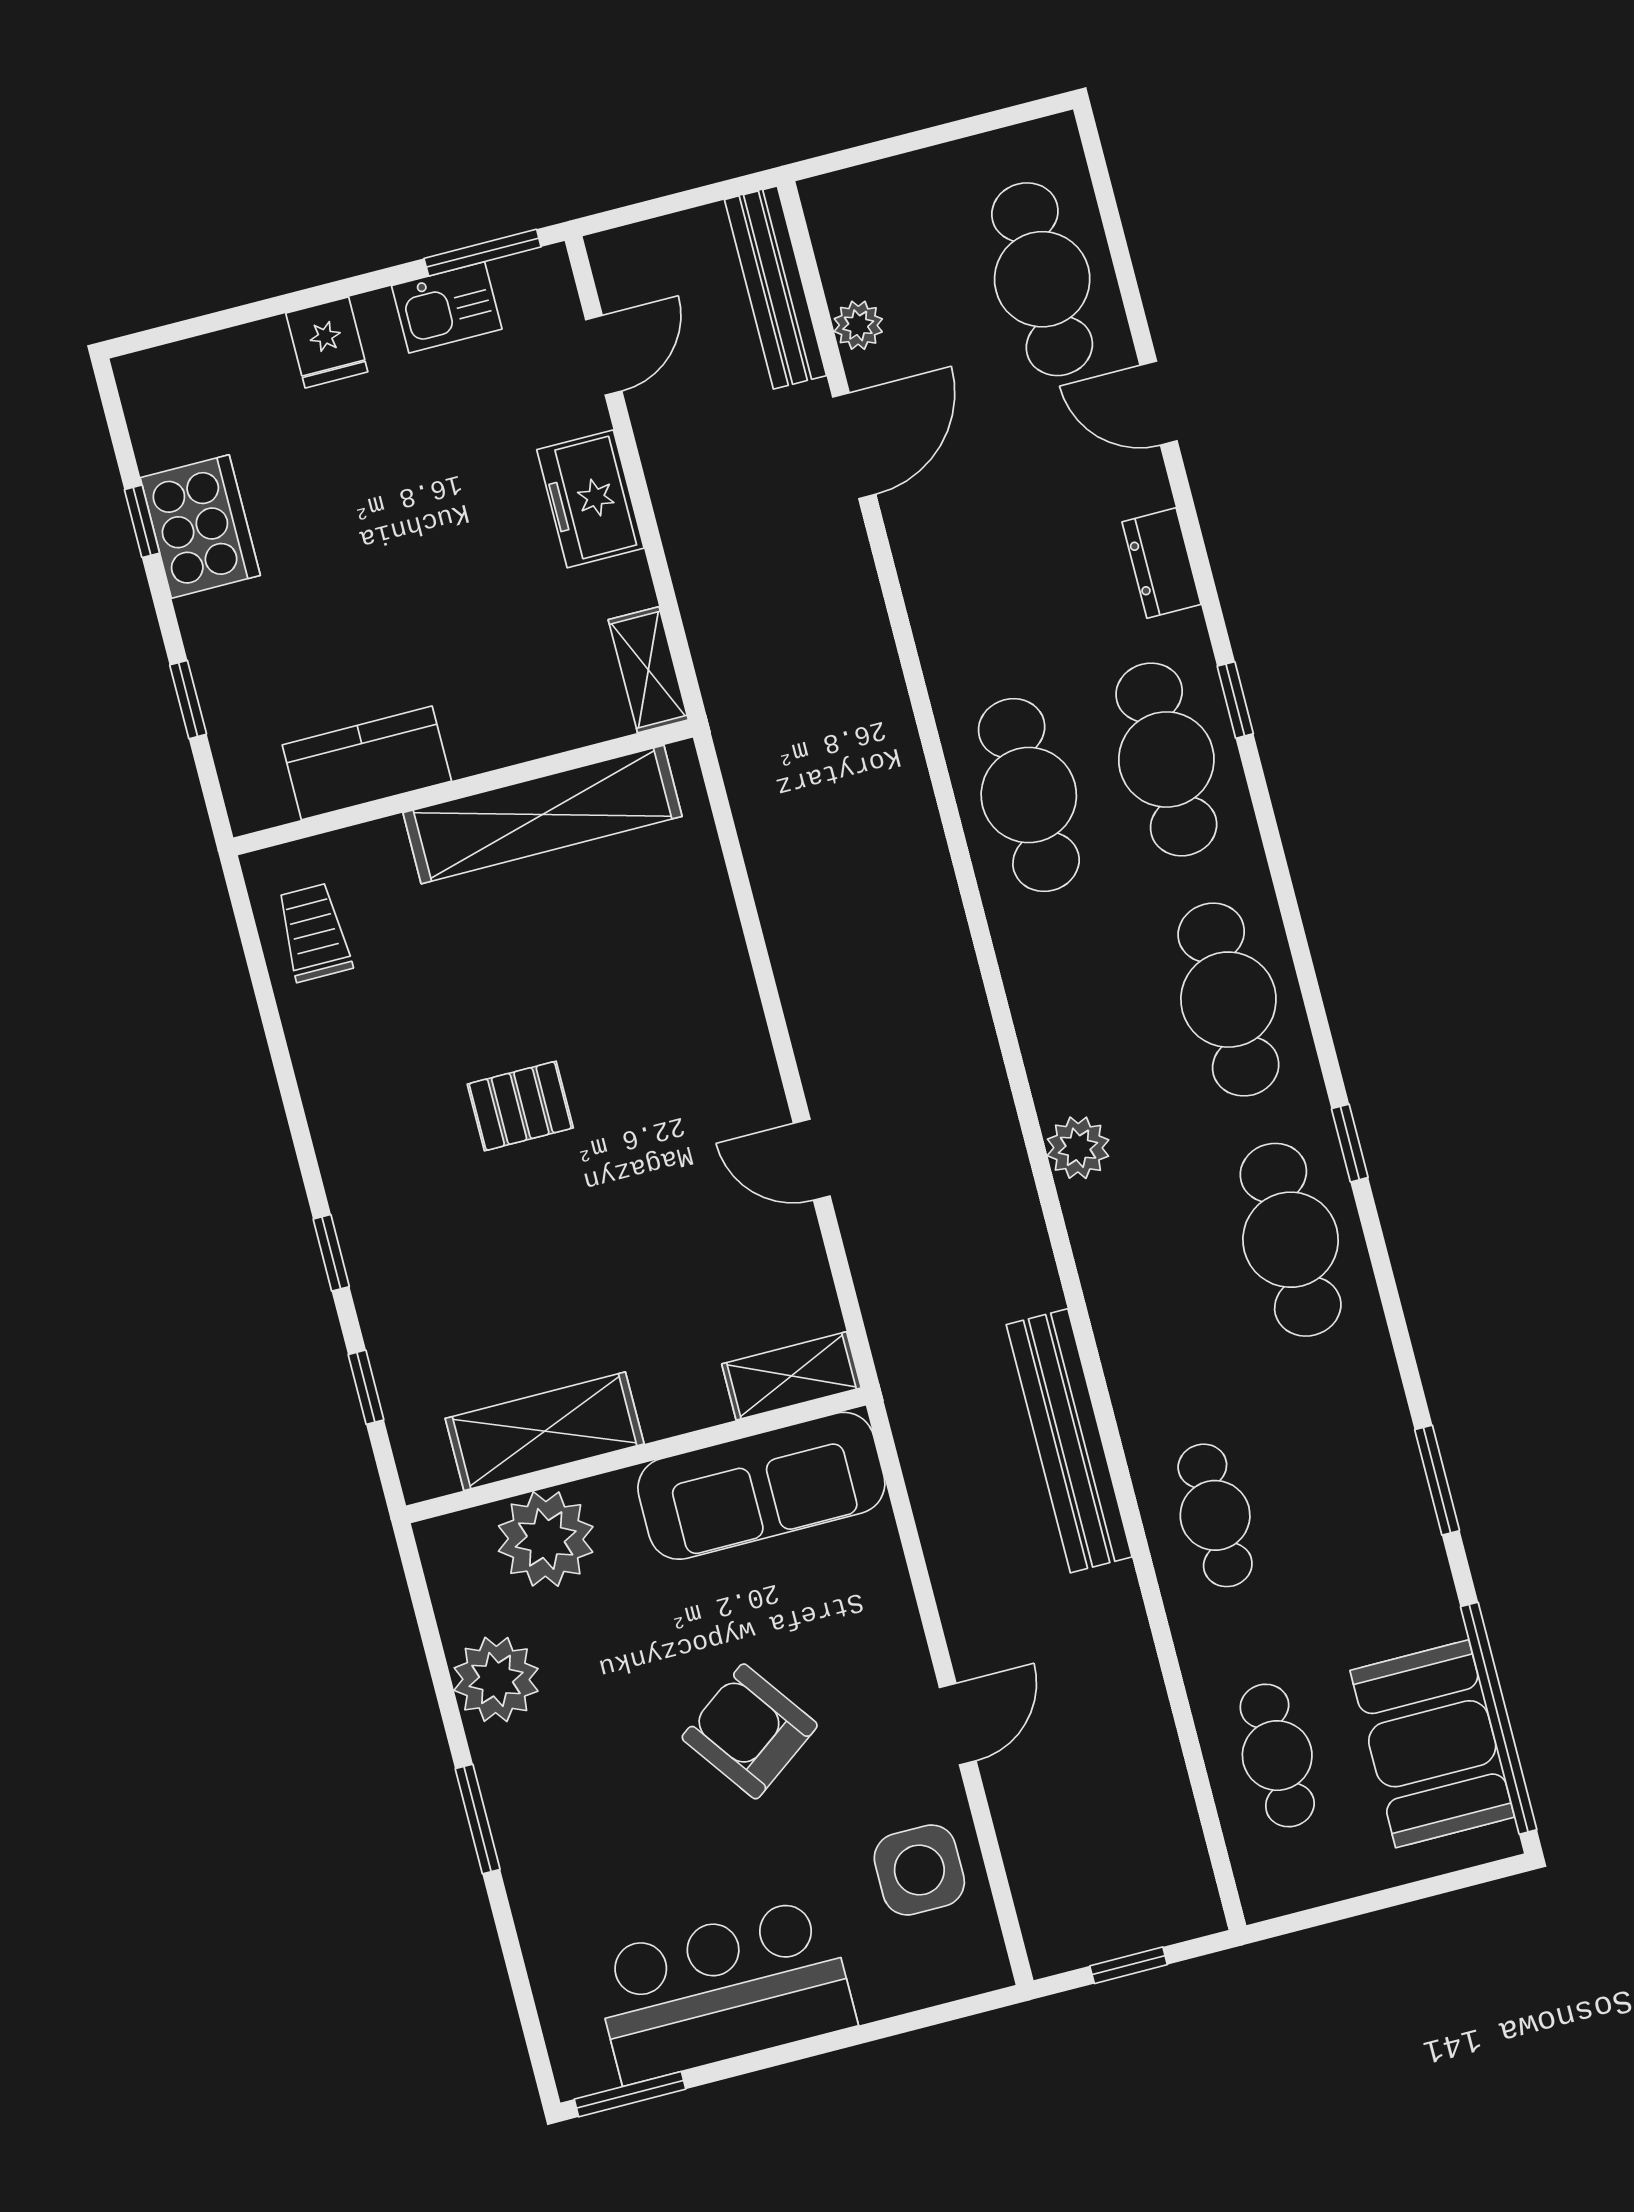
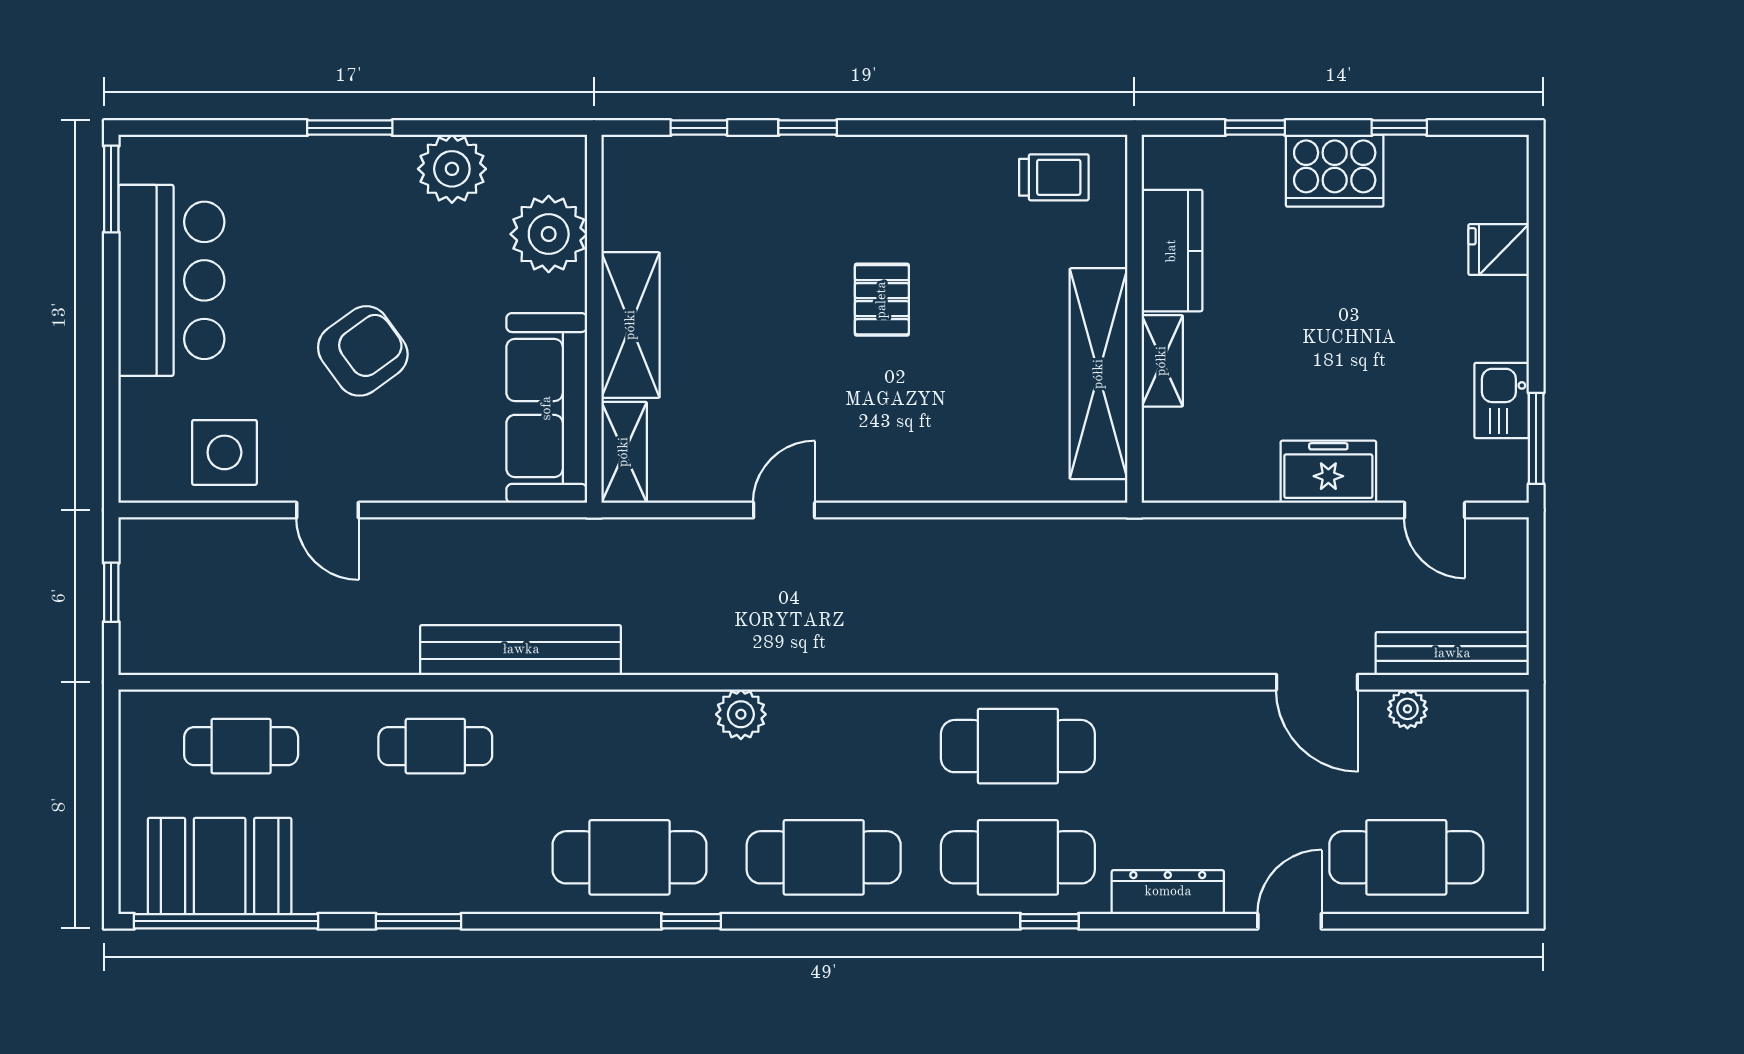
fridge: (327, 342) -> (1499, 250), moved
cooker: (200, 526) -> (1335, 171), moved
dresser: (1161, 563) -> (1168, 892), width x1.44
shelving: (648, 670) -> (1162, 361), moved, turned 90
shelving: (545, 1431) -> (631, 325), moved

